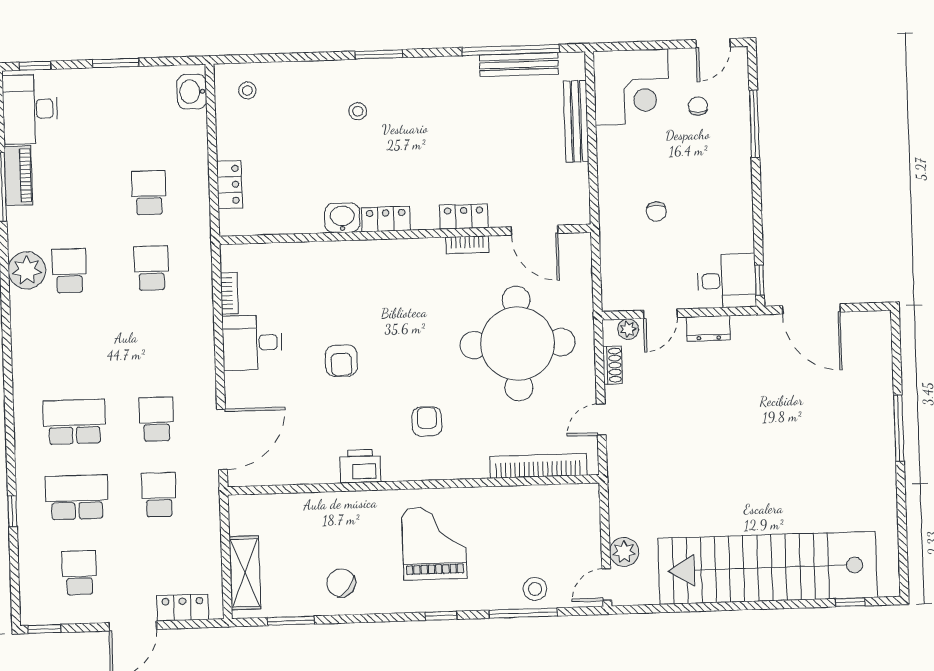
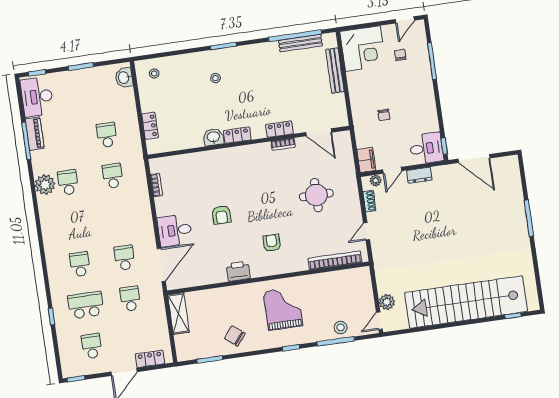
filing cabinet: (615, 290) -> (366, 160), added
desk: (252, 343) -> (175, 230), moved
round table: (517, 344) -> (316, 195), width x0.54, depth x0.54
school desk: (74, 422) -> (80, 264), width x0.54
shelving: (245, 573) -> (179, 313), moved

